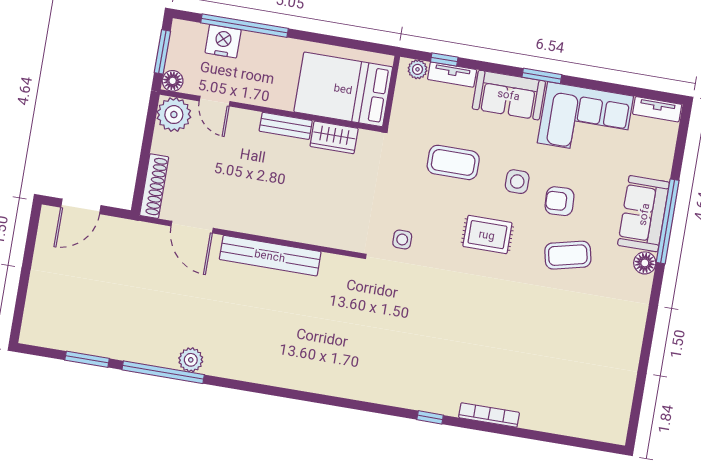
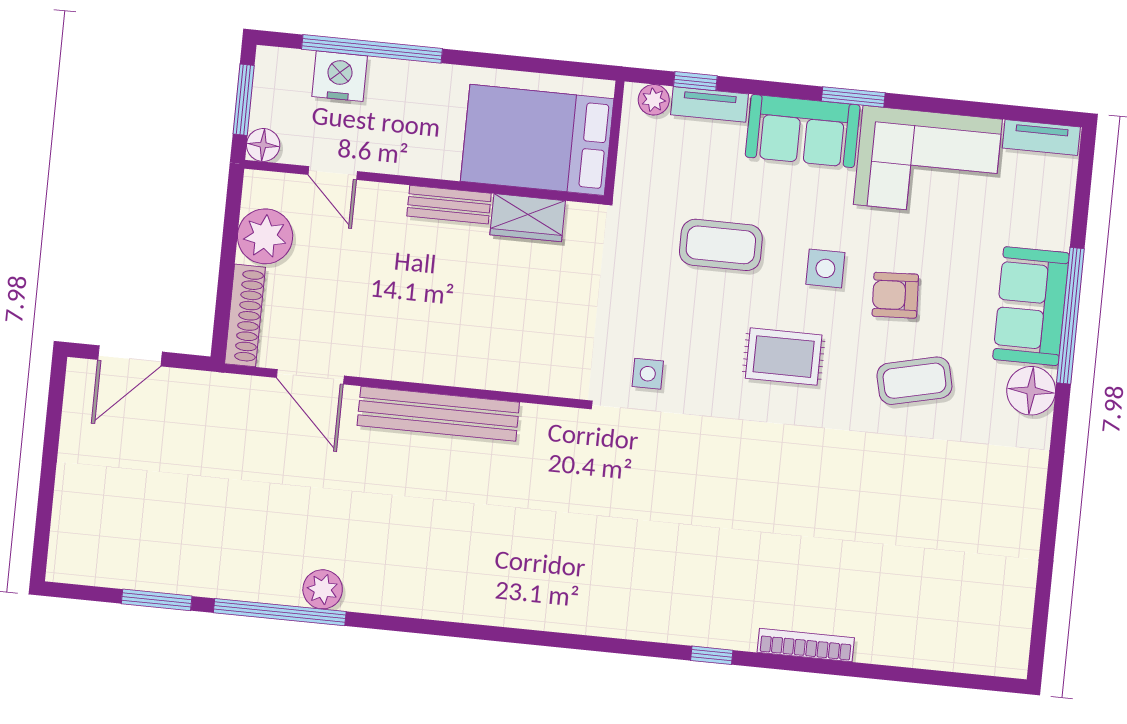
plant: (174, 115) -> (265, 236), moved
floor lamp: (645, 263) -> (1031, 391), width x1.38, depth x1.38

